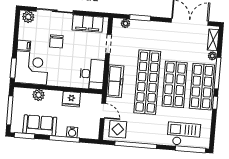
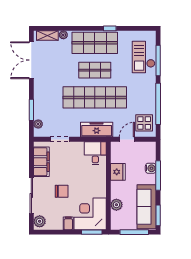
window: (218, 73) -> (80, 28), removed
desk: (92, 74) -> (95, 153), width x0.73
shop shelf: (175, 84) -> (95, 70), width x0.70, depth x0.74
sofa: (40, 125) -> (146, 207), width x1.36
window: (190, 149) -> (158, 60), moved

